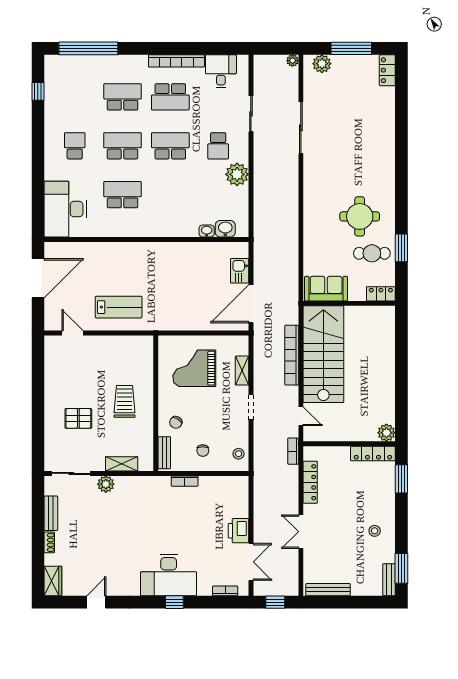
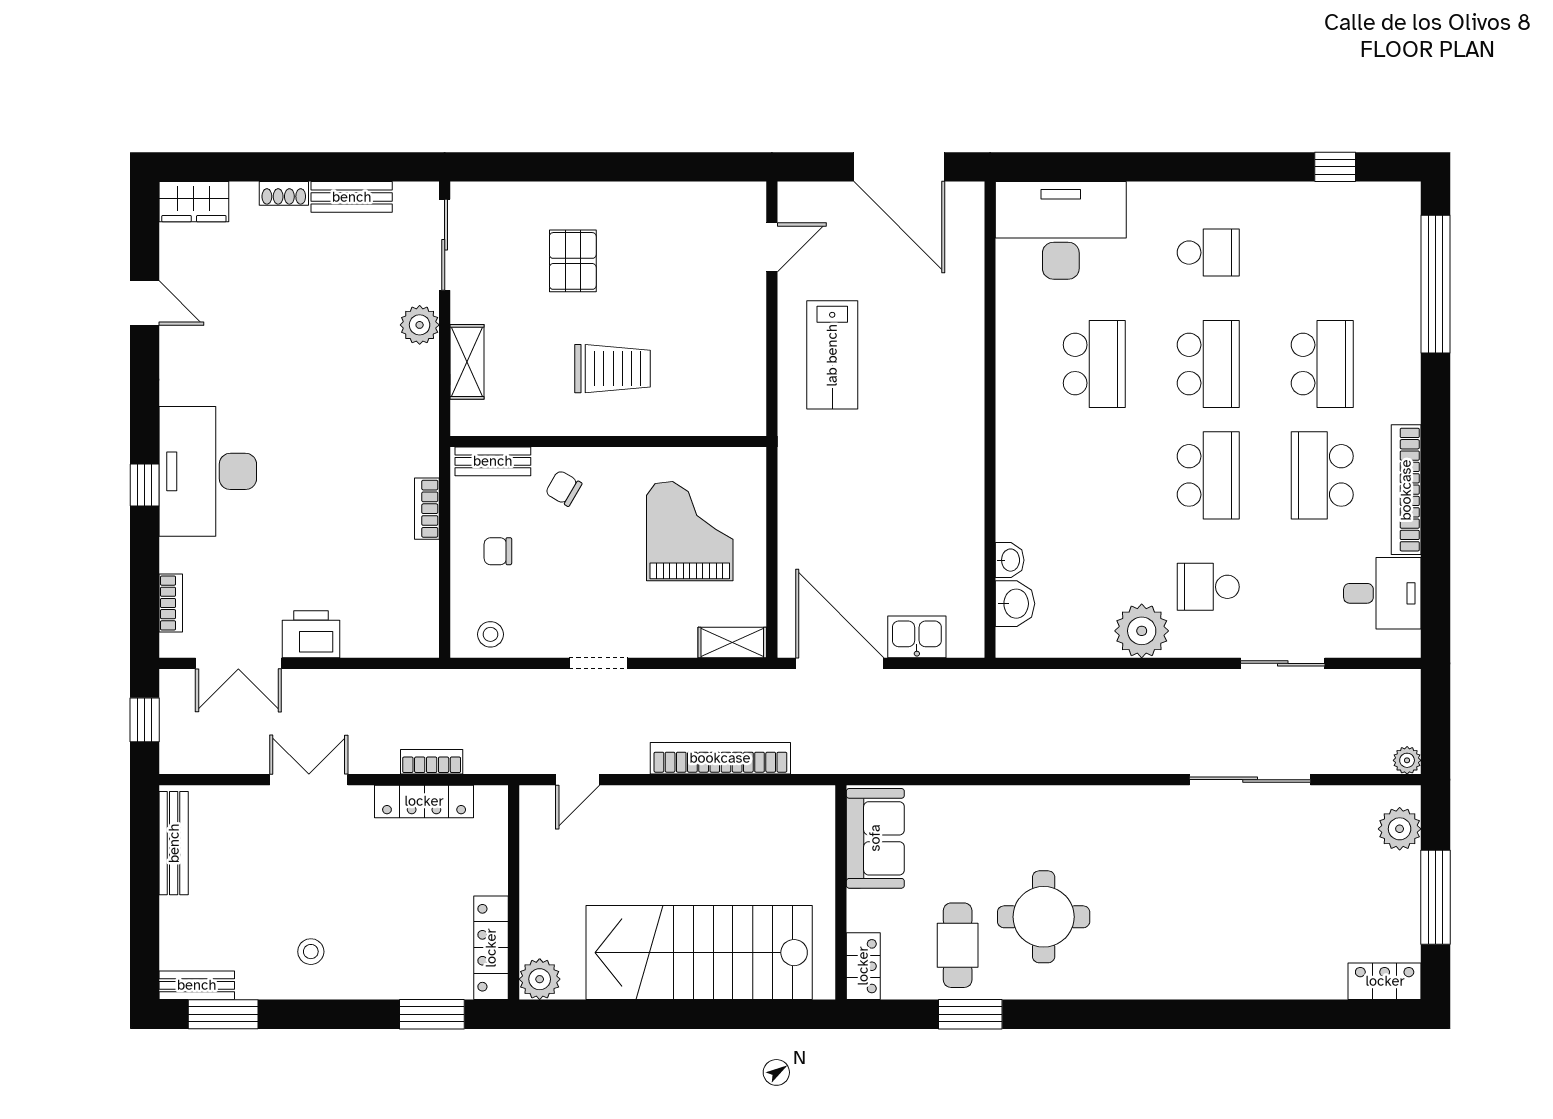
stairs: (323, 354) -> (699, 953), moved, turned 180
shelving: (242, 371) -> (732, 642), moved
bookcase: (293, 451) -> (432, 762), moved

